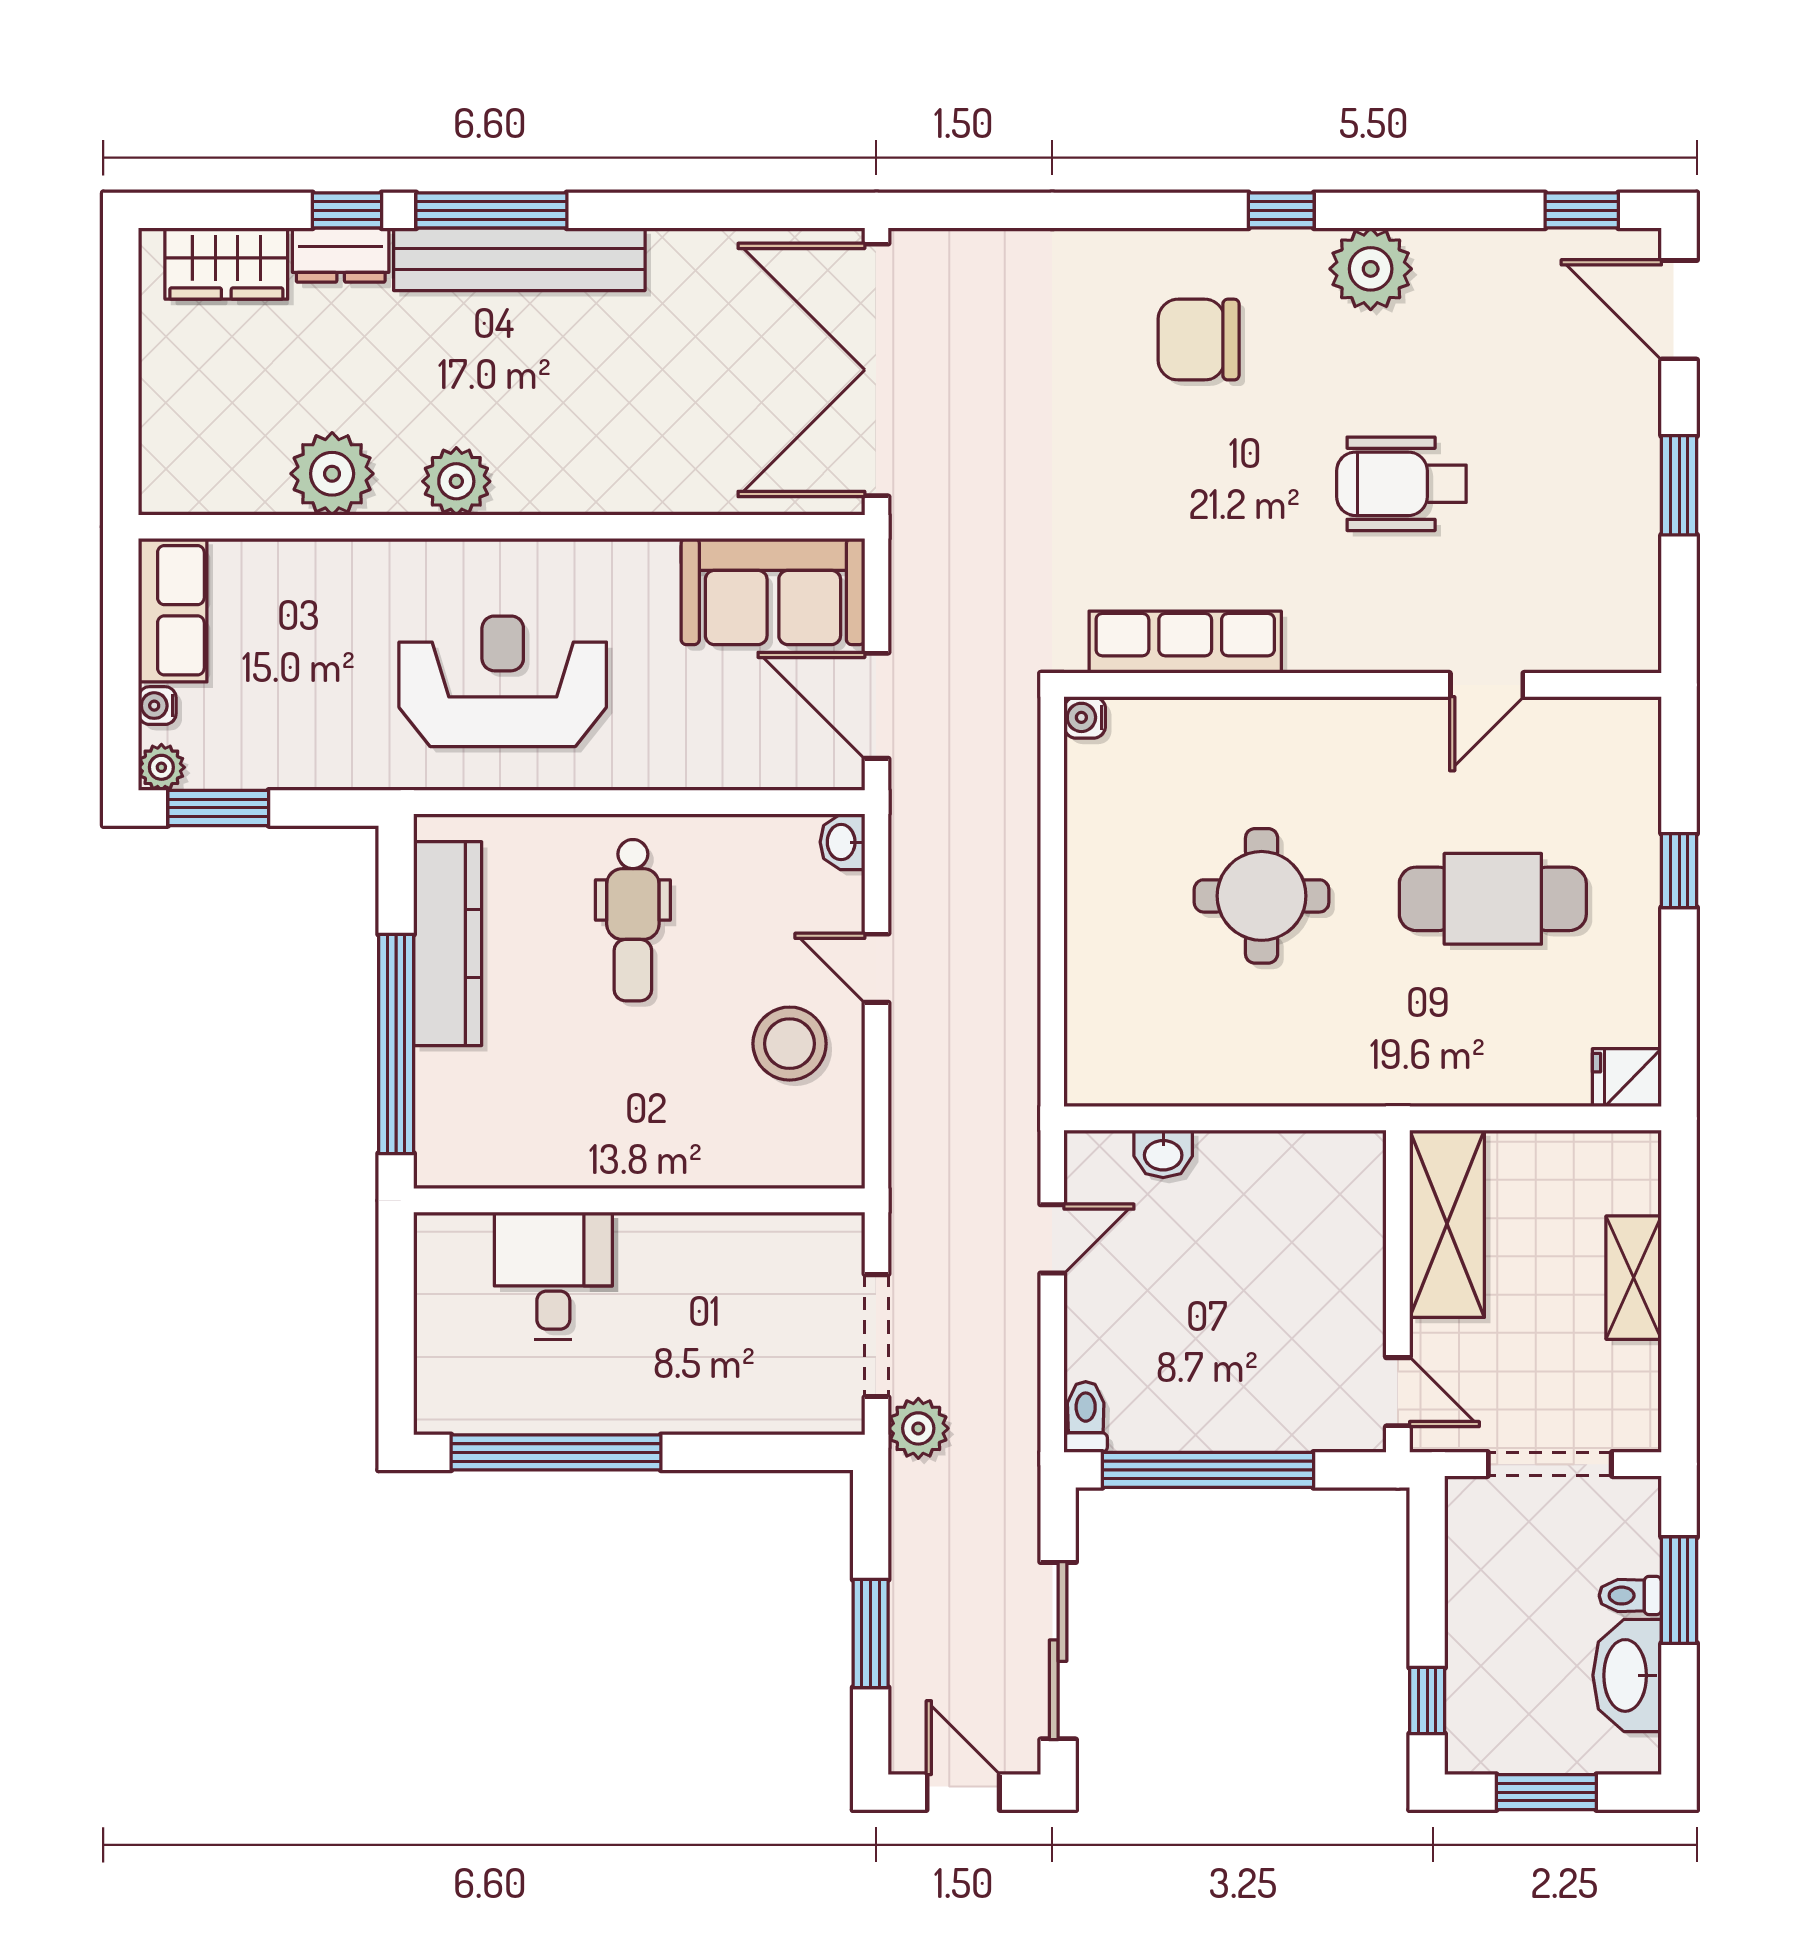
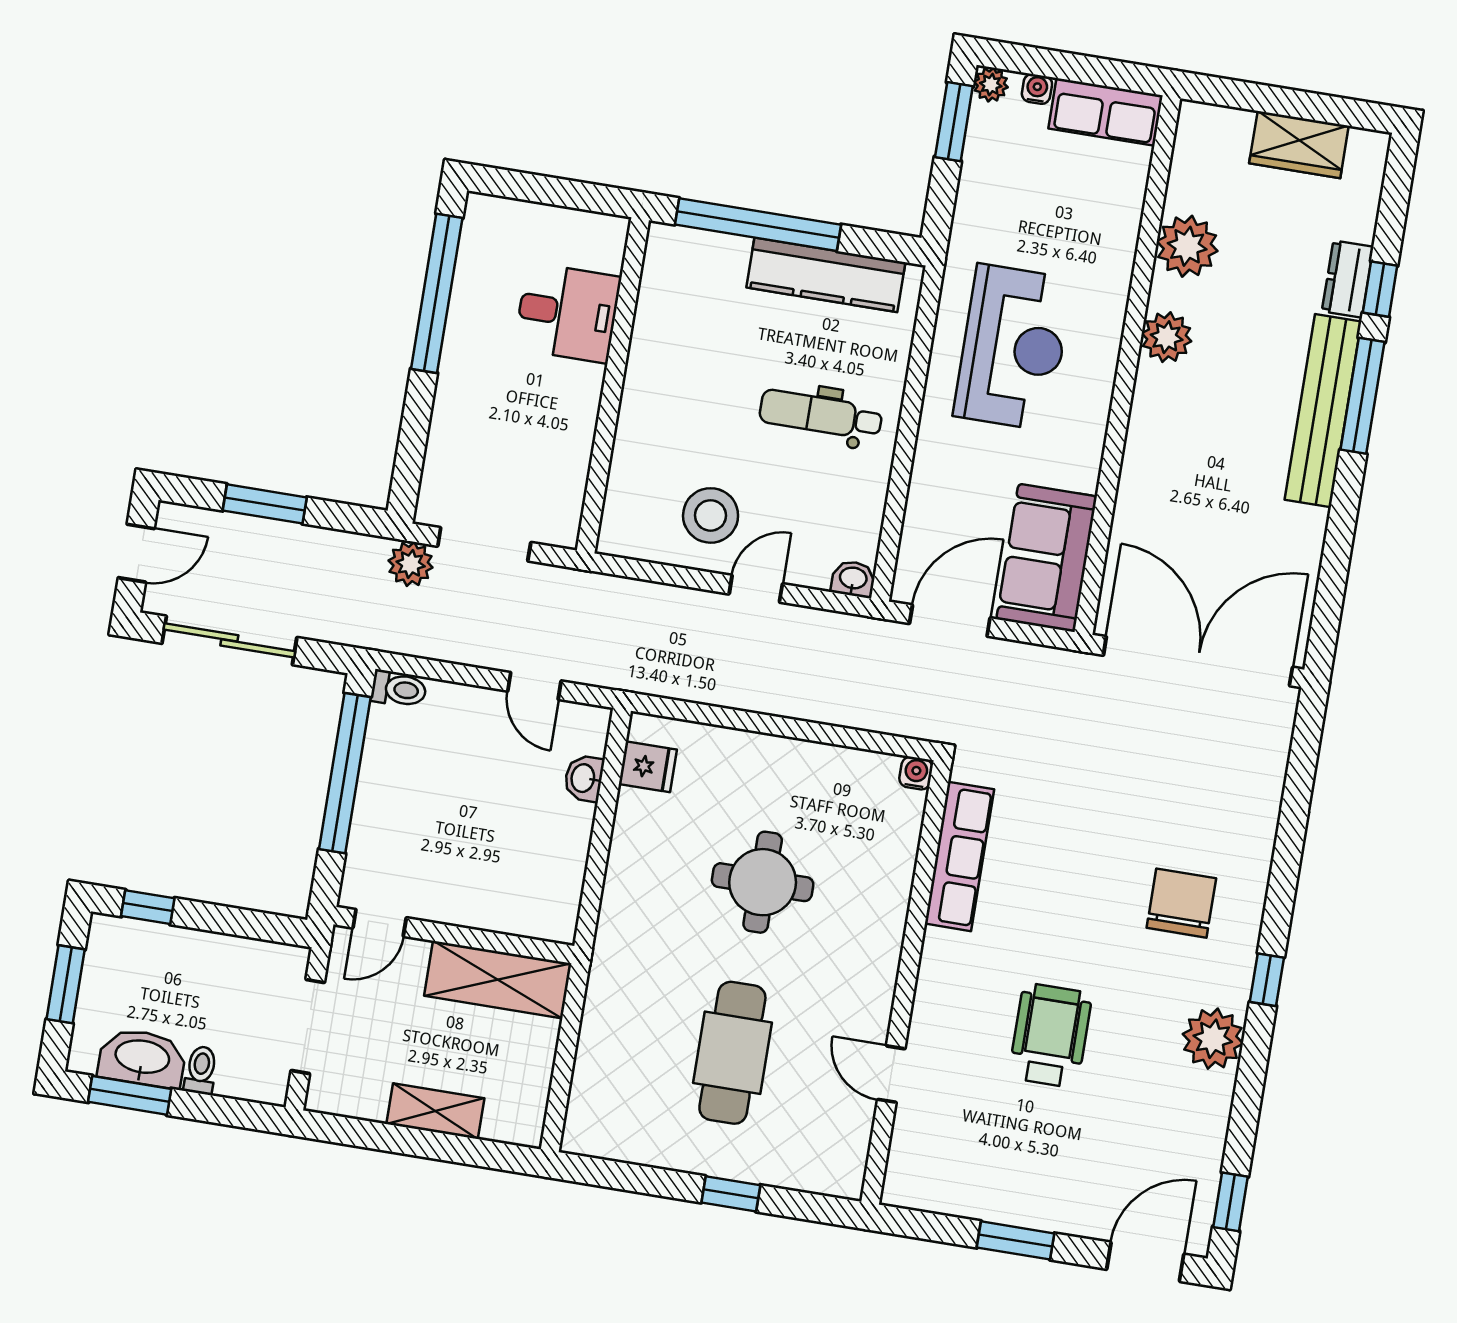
wardrobe: (226, 264) -> (1299, 145), moved, turned -90
fridge: (1627, 1078) -> (648, 767), moved, turned 90
window: (1679, 1590) -> (130, 1095), moved

